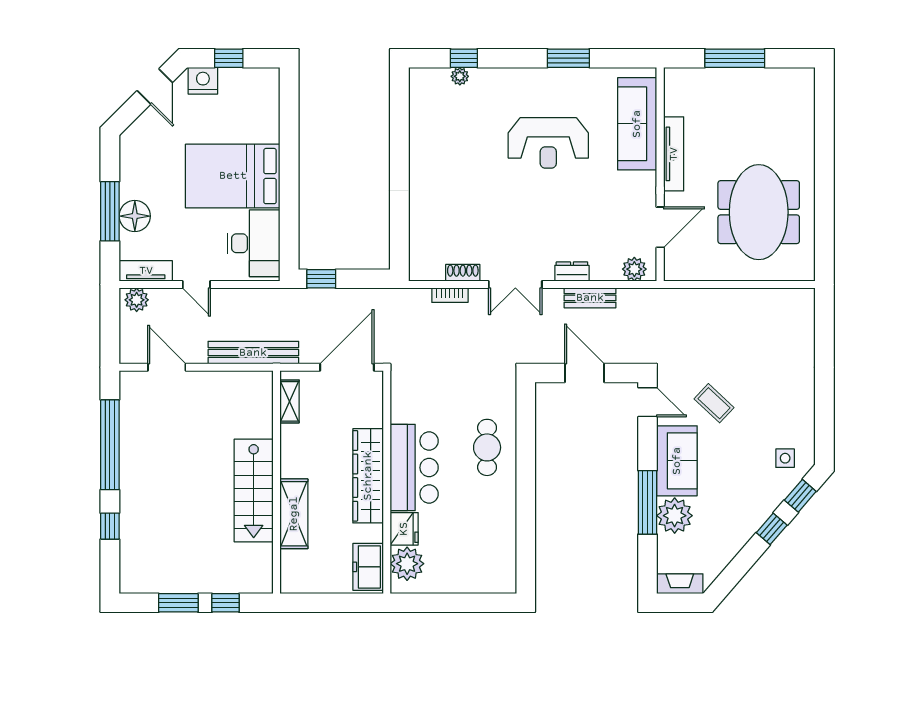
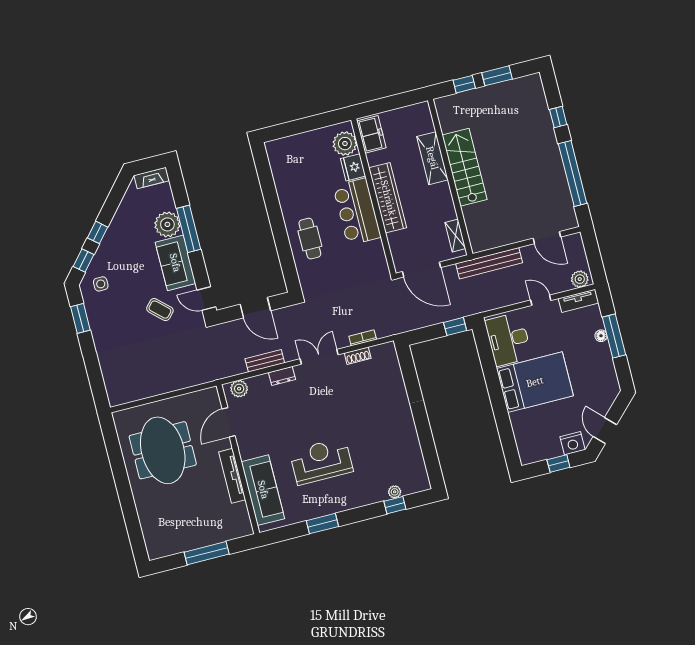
floor lamp: (135, 216) -> (601, 336), width x0.53, depth x0.53
door: (347, 367) -> (421, 270), hinge flipped
window: (824, 419) -> (80, 318), added

